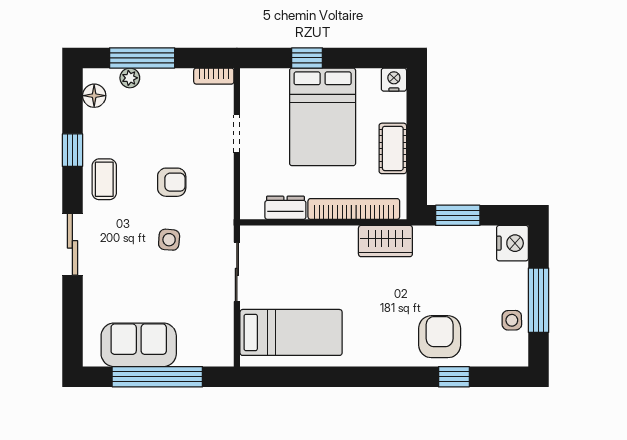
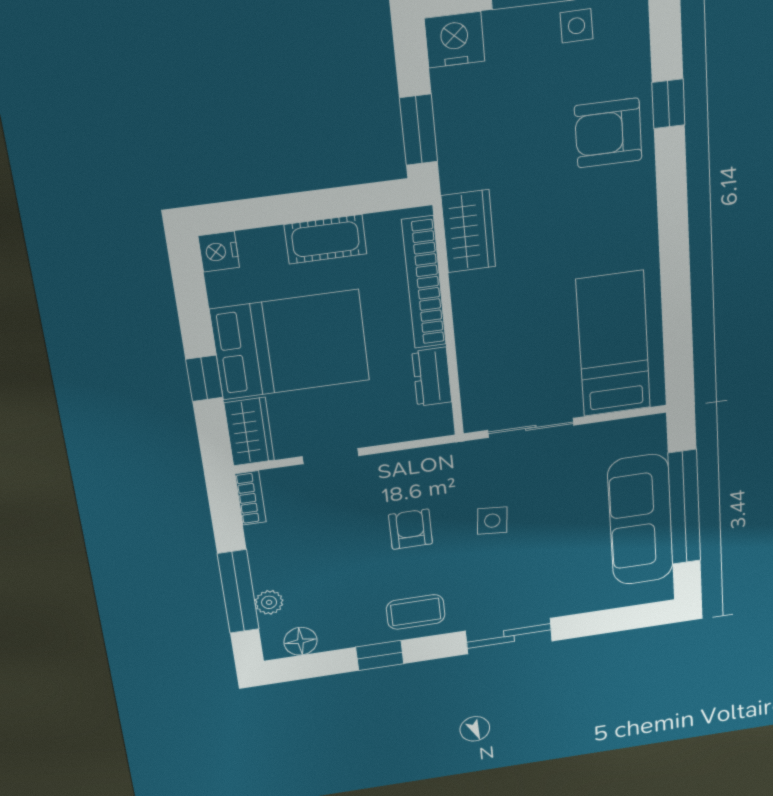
wardrobe: (264, 82) -> (249, 432), added
sofa: (139, 345) -> (641, 520), width x1.36

